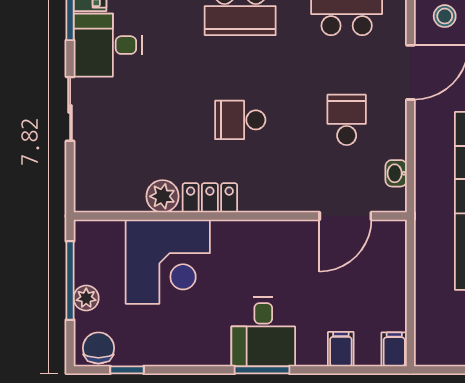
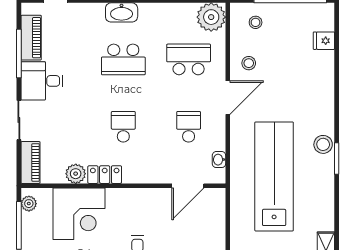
school desk: (240, 120) -> (123, 127), turned 90
piano: (89, 178) -> (30, 162), added
plant: (86, 298) -> (29, 204), moved

